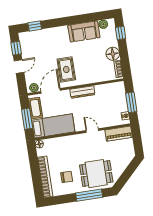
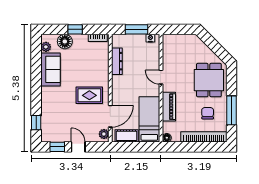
window: (121, 33) -> (75, 29), moved
floor lamp: (113, 54) -> (65, 41), moved
door: (51, 91) -> (110, 116), swing flipped
dresser: (82, 92) -> (117, 61), moved
window: (27, 119) -> (137, 147), removed
door: (92, 131) -> (161, 77), hinge flipped
piano: (119, 134) -> (169, 107), moved
window: (89, 195) -> (231, 110), moved

